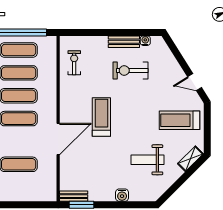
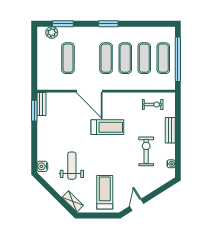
bench: (124, 42) -> (170, 130), moved
water cooler: (122, 195) -> (42, 166), moved

